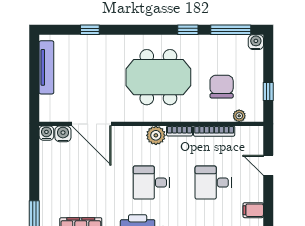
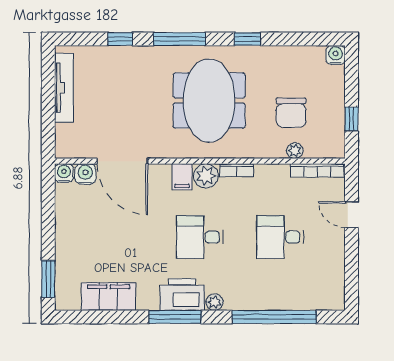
window: (231, 30) -> (179, 39), moved
meeting table: (158, 77) -> (209, 100), turned 90
chair: (222, 87) -> (291, 113), turned 180
plant: (239, 116) -> (295, 151), moved
bookcase: (214, 131) -> (317, 170), moved
filing cabinet: (253, 210) -> (182, 177), moved, turned -90

